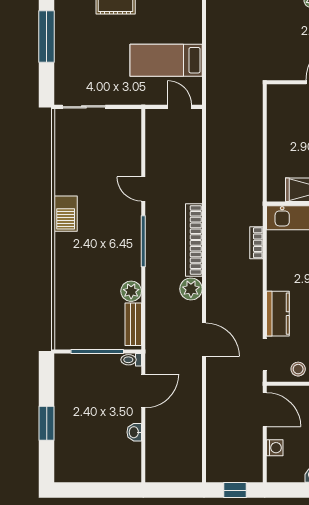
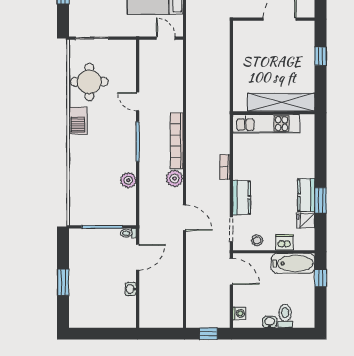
round table: (81, 164) -> (89, 82), added
bookcase: (256, 243) -> (225, 167), moved
bench: (133, 324) -> (130, 206), removed
washing machine: (275, 448) -> (239, 313), moved

